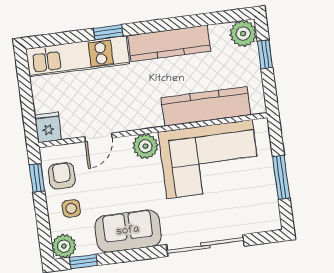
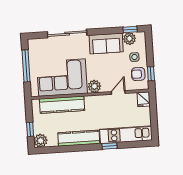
armchair: (62, 176) -> (138, 74), turned 90
window: (281, 177) -> (26, 66), width x1.44
plant: (64, 246) -> (129, 39), moved

